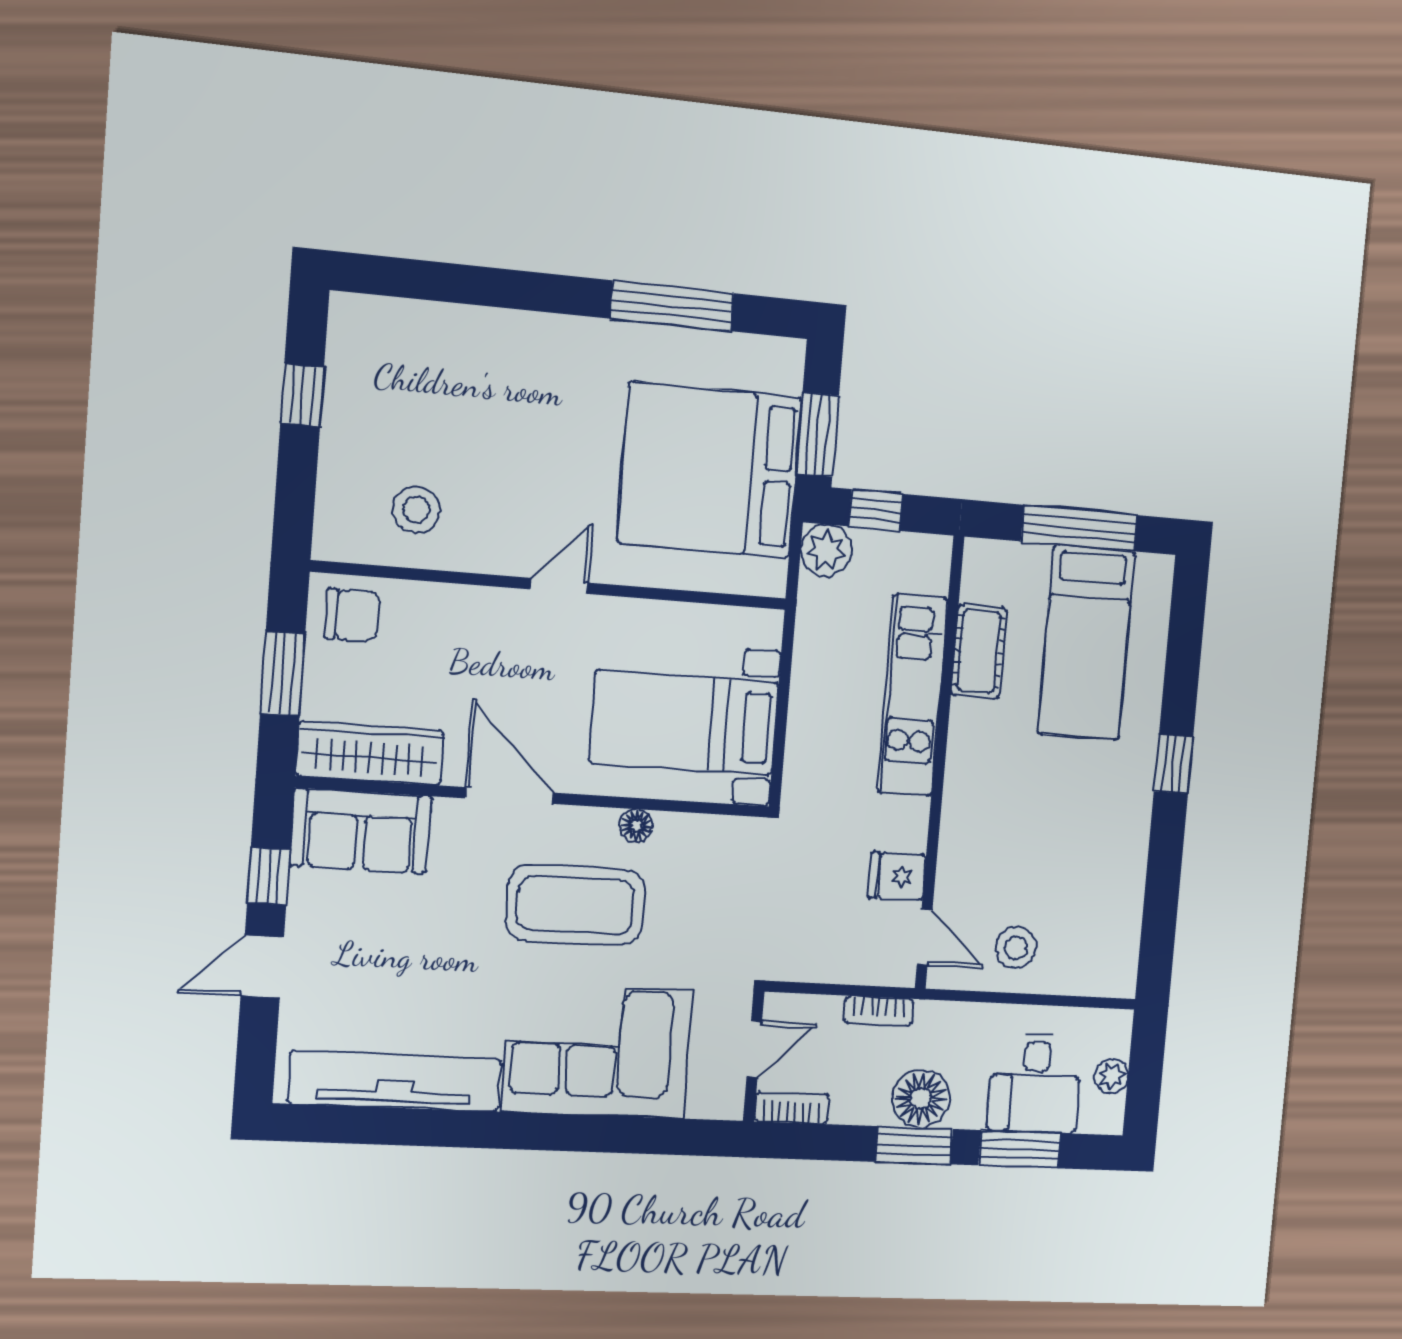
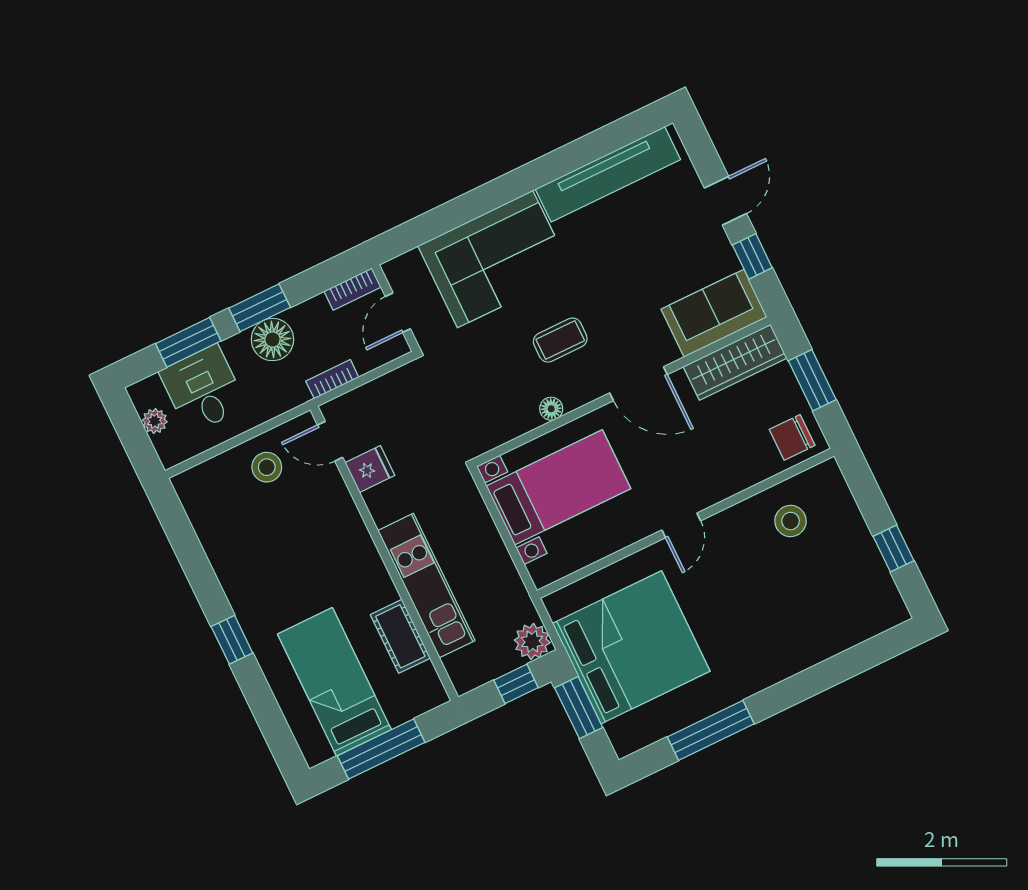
coffee table: (576, 905) -> (560, 340), width x0.54, depth x0.58

